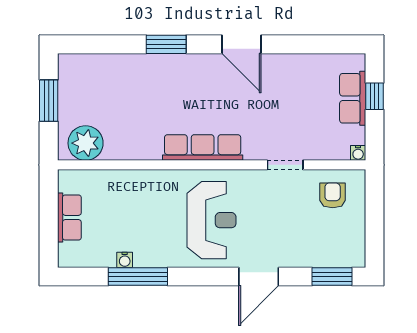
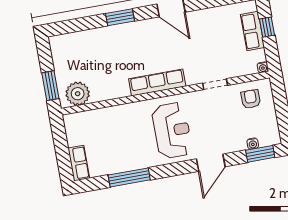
window: (49, 101) -> (50, 86), moved
row of seats: (69, 217) -> (79, 163), moved
water cooler: (125, 260) -> (253, 144), moved

